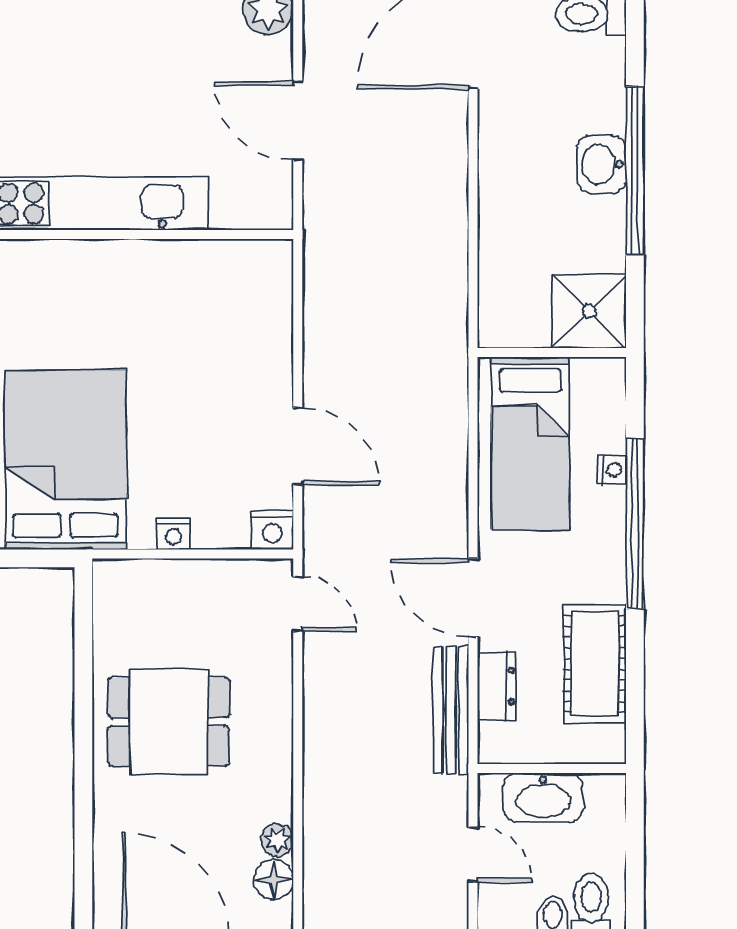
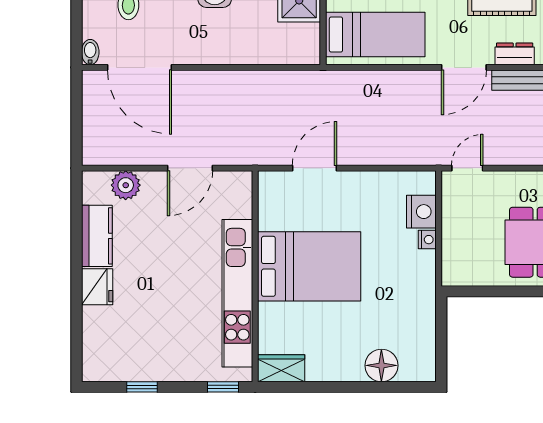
door: (298, 446) -> (315, 168), moved
bed: (65, 460) -> (309, 266), moved, turned 180
nightstand: (272, 530) -> (421, 212), moved, width x1.36, depth x1.33

